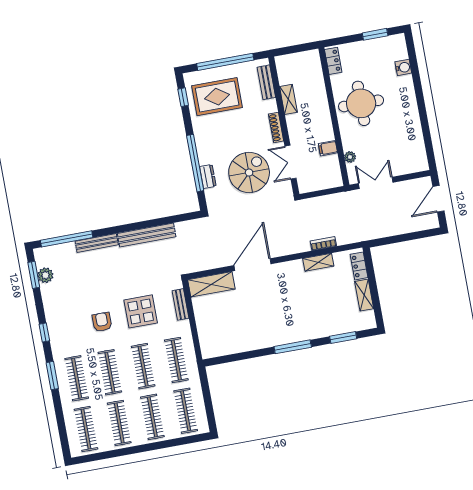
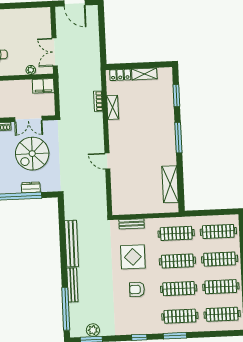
filing cabinet: (328, 148) -> (43, 86), moved, width x2.00
spiral stairs: (249, 173) -> (32, 154), turned -90
door: (253, 265) -> (107, 161), width x0.53
shelving: (211, 284) -> (170, 184), moved

